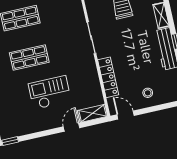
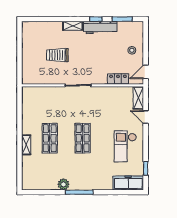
locker: (108, 77) -> (118, 79), width x0.66
checkout: (50, 92) -> (125, 146), moved

